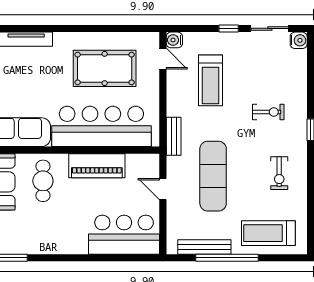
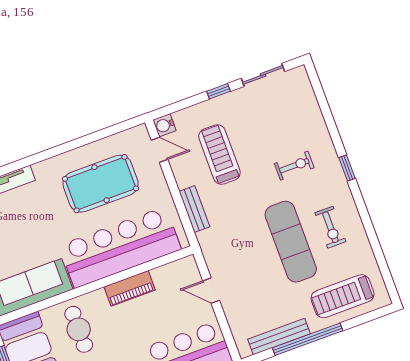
water cooler: (299, 40) -> (299, 76), removed
treadmill: (210, 80) -> (219, 155), turned 180
bench: (174, 136) -> (194, 209), moved
piano: (97, 166) -> (130, 288), width x0.73, depth x0.75
exercise mat: (213, 176) -> (291, 242), moved

